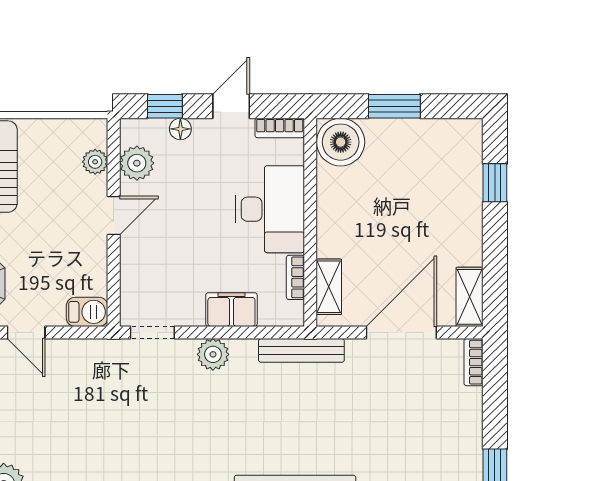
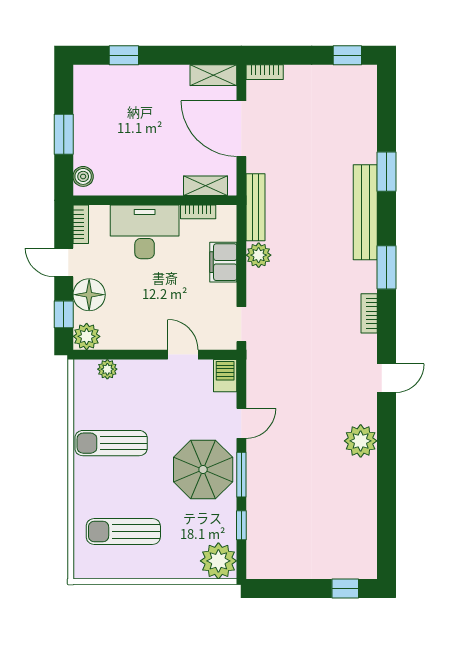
floor lamp: (180, 129) -> (89, 295), width x1.89, depth x1.89
boiler: (341, 142) -> (83, 176), width x0.54, depth x0.54
plant: (137, 163) -> (87, 336), moved
door: (114, 216) -> (183, 355), moved
plant: (213, 354) -> (259, 255), moved

